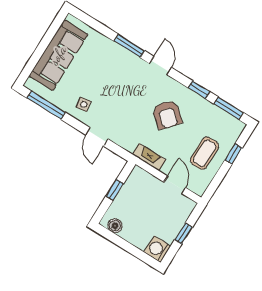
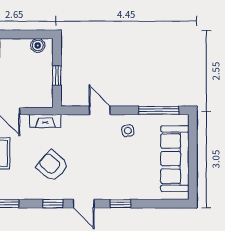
window: (129, 46) -> (120, 204), width x0.67
window: (199, 90) -> (53, 204), moved

